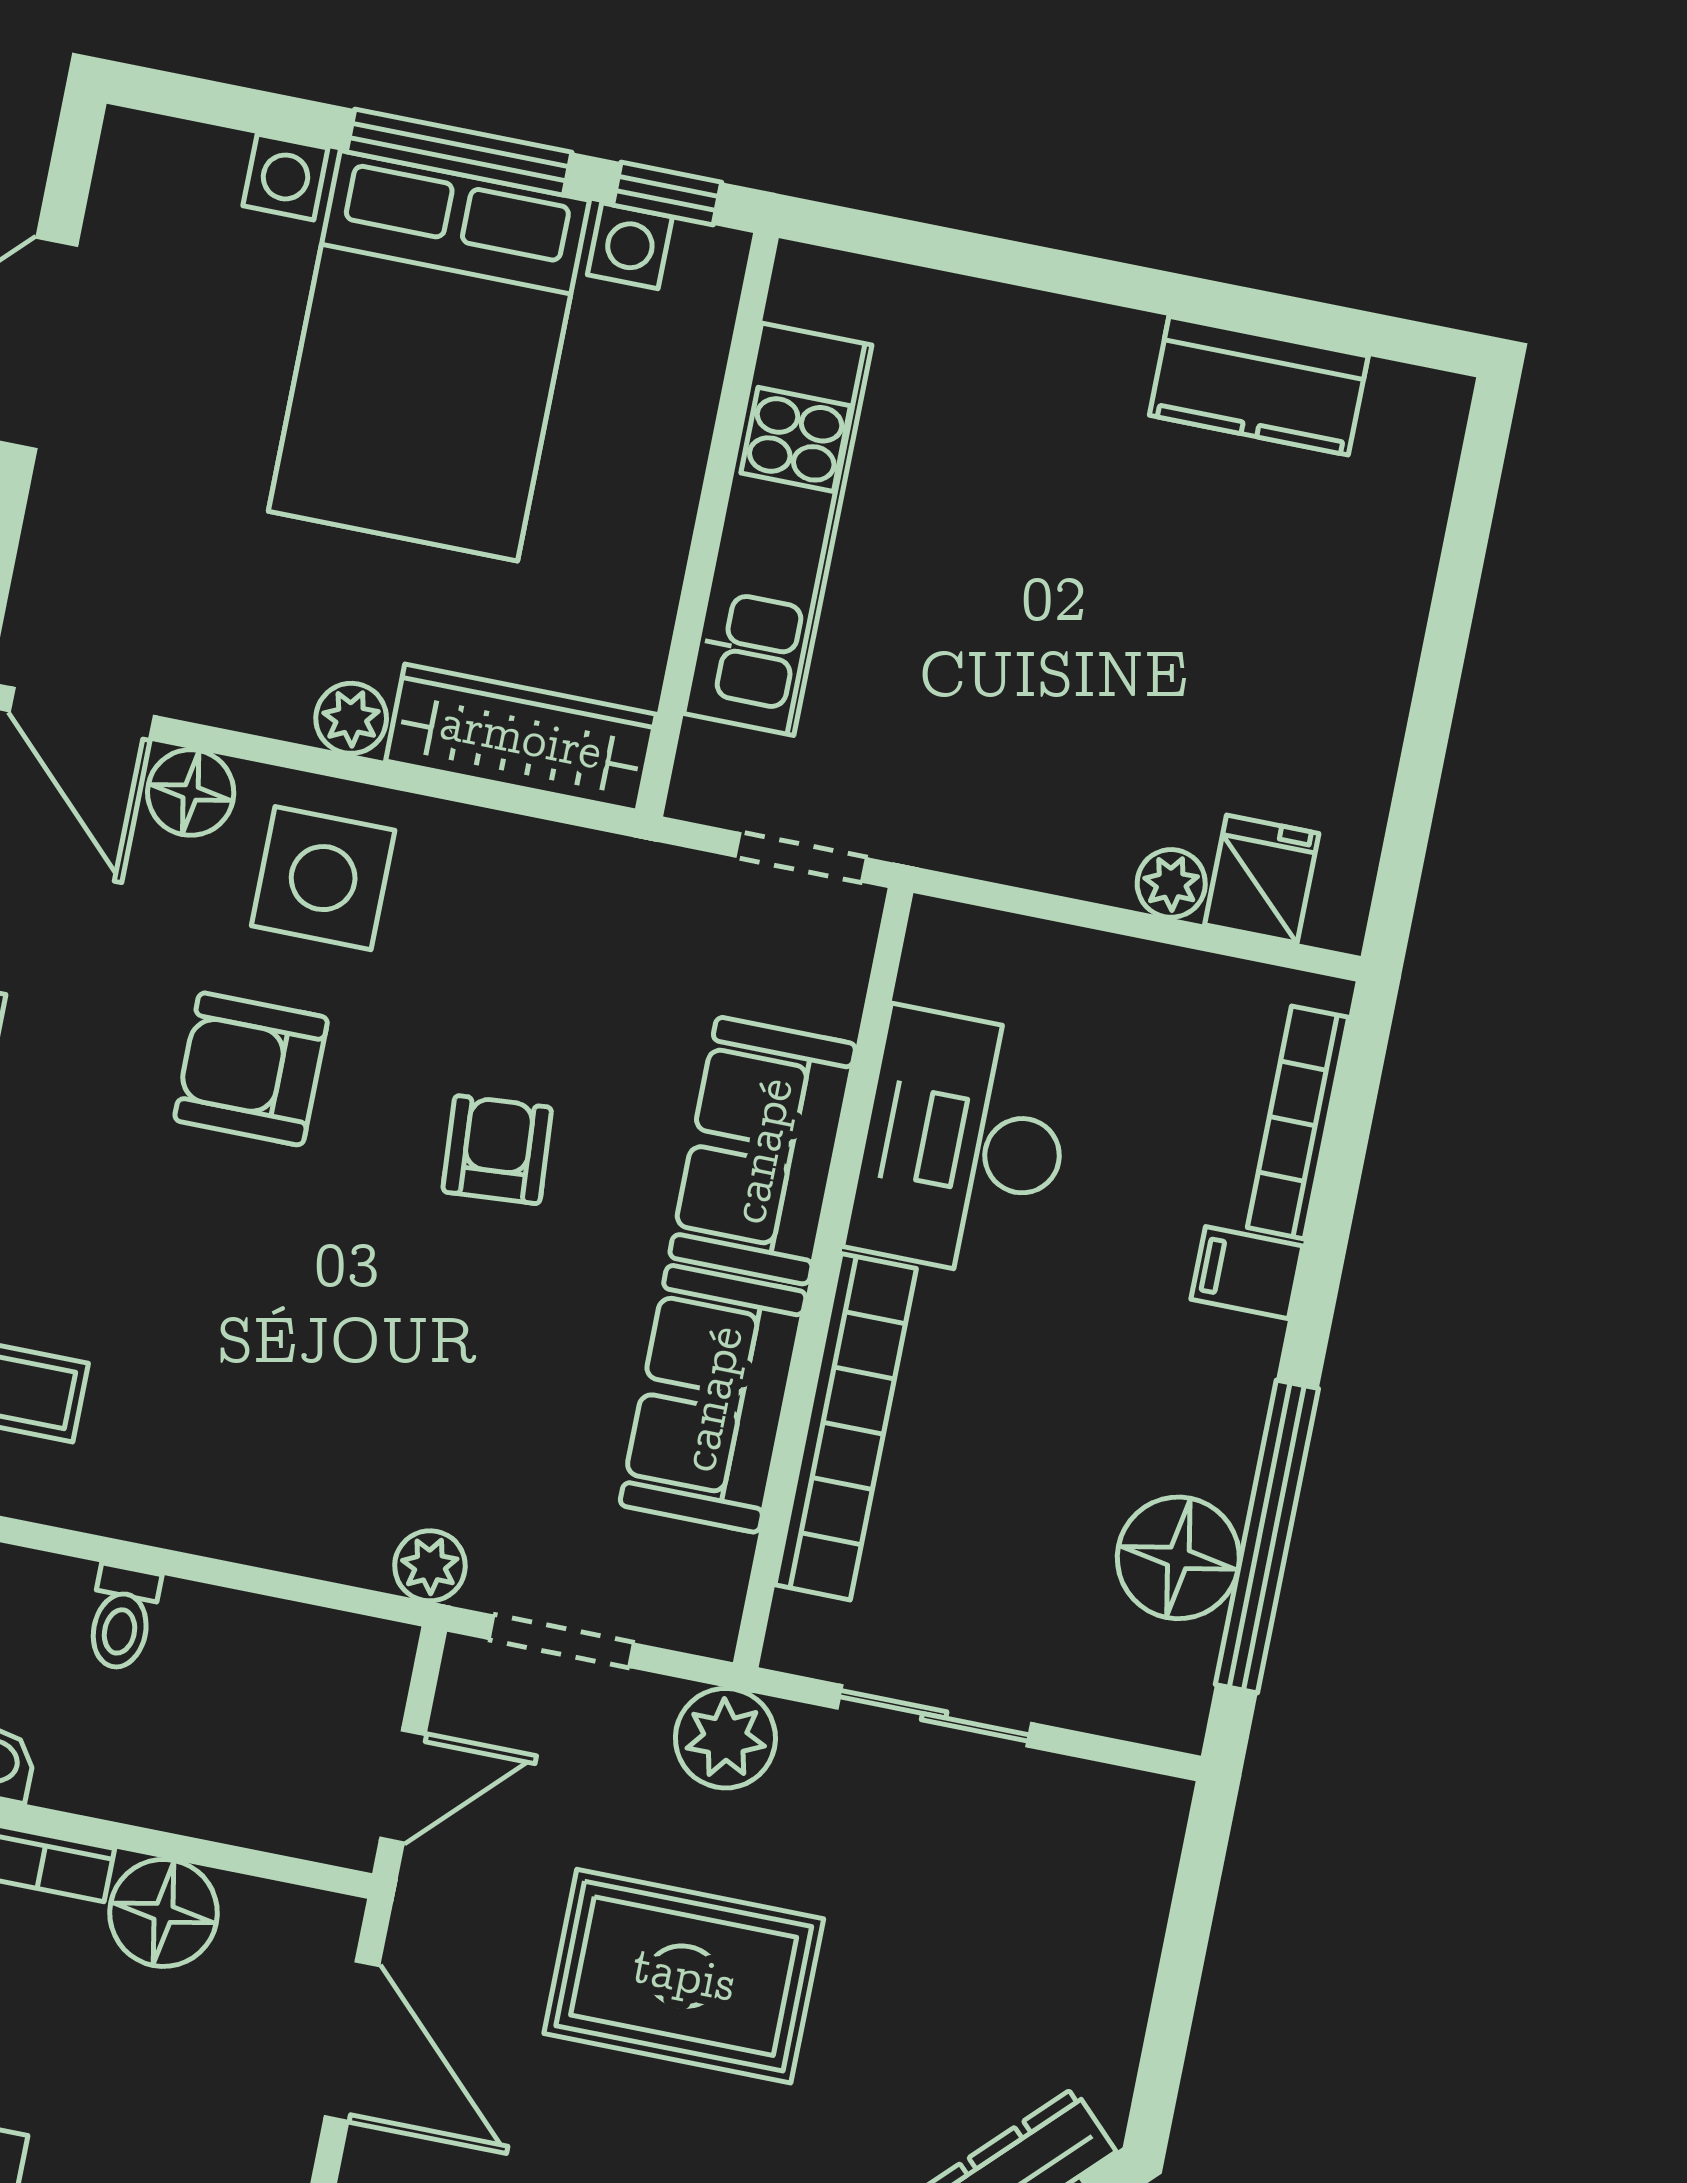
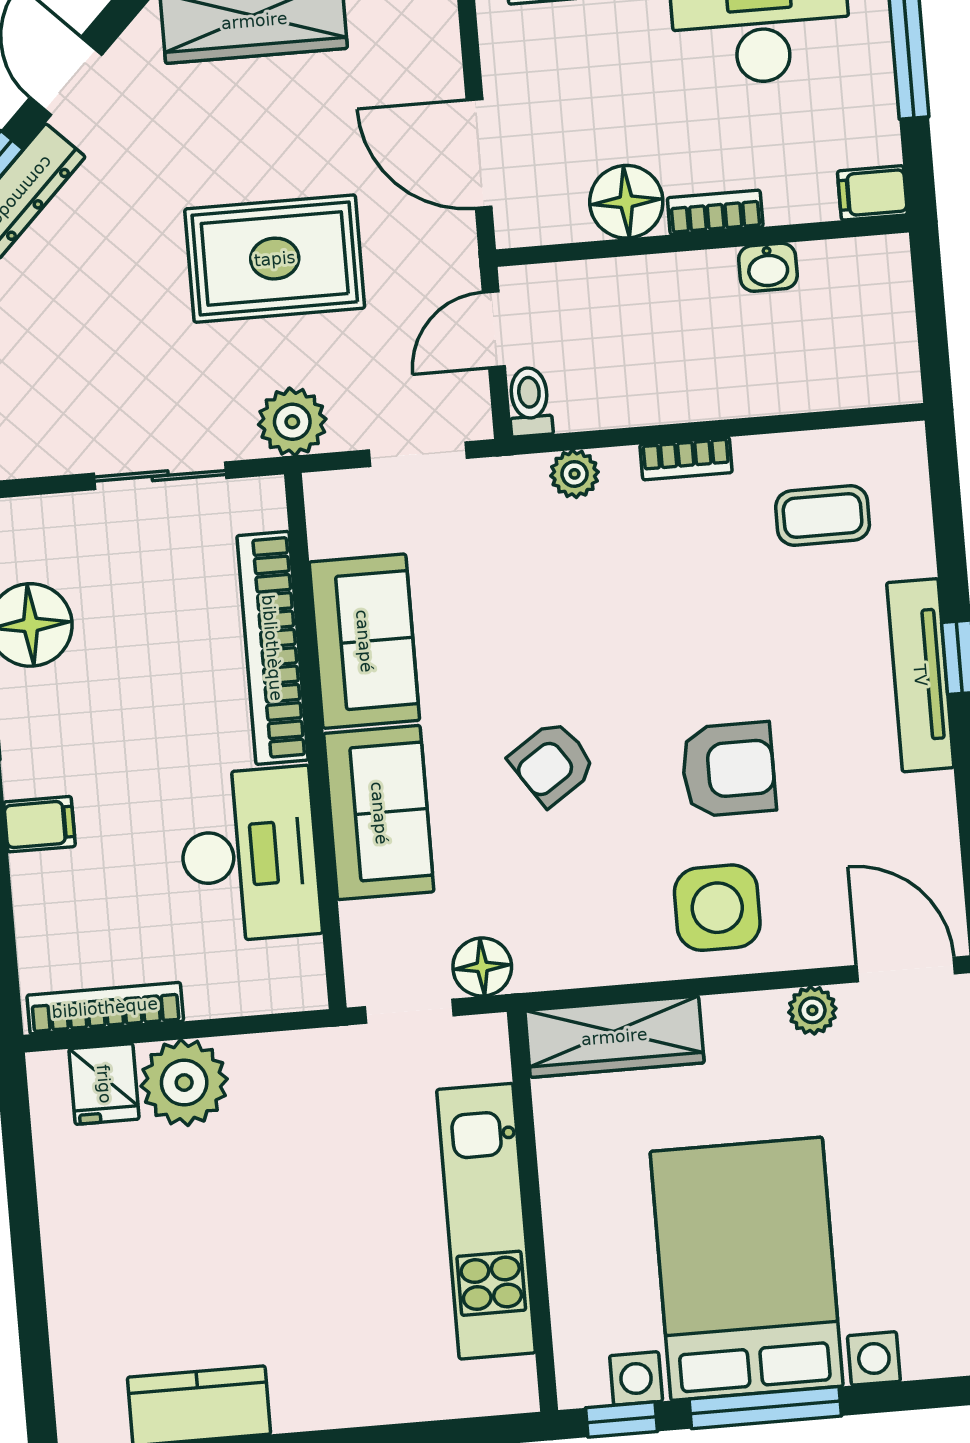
plant: (351, 718) -> (812, 1010), moved
floor lamp: (191, 793) -> (482, 967), moved
plant: (1171, 883) -> (184, 1083), width x1.88, depth x1.88
bookcase: (1298, 1122) -> (105, 1008), moved, turned -90
armchair: (497, 1150) -> (552, 763), turned 60
bookcase: (184, 1526) -> (686, 459), added
plant: (430, 1566) -> (574, 474), moved
toilet: (122, 1618) -> (530, 402), moved

